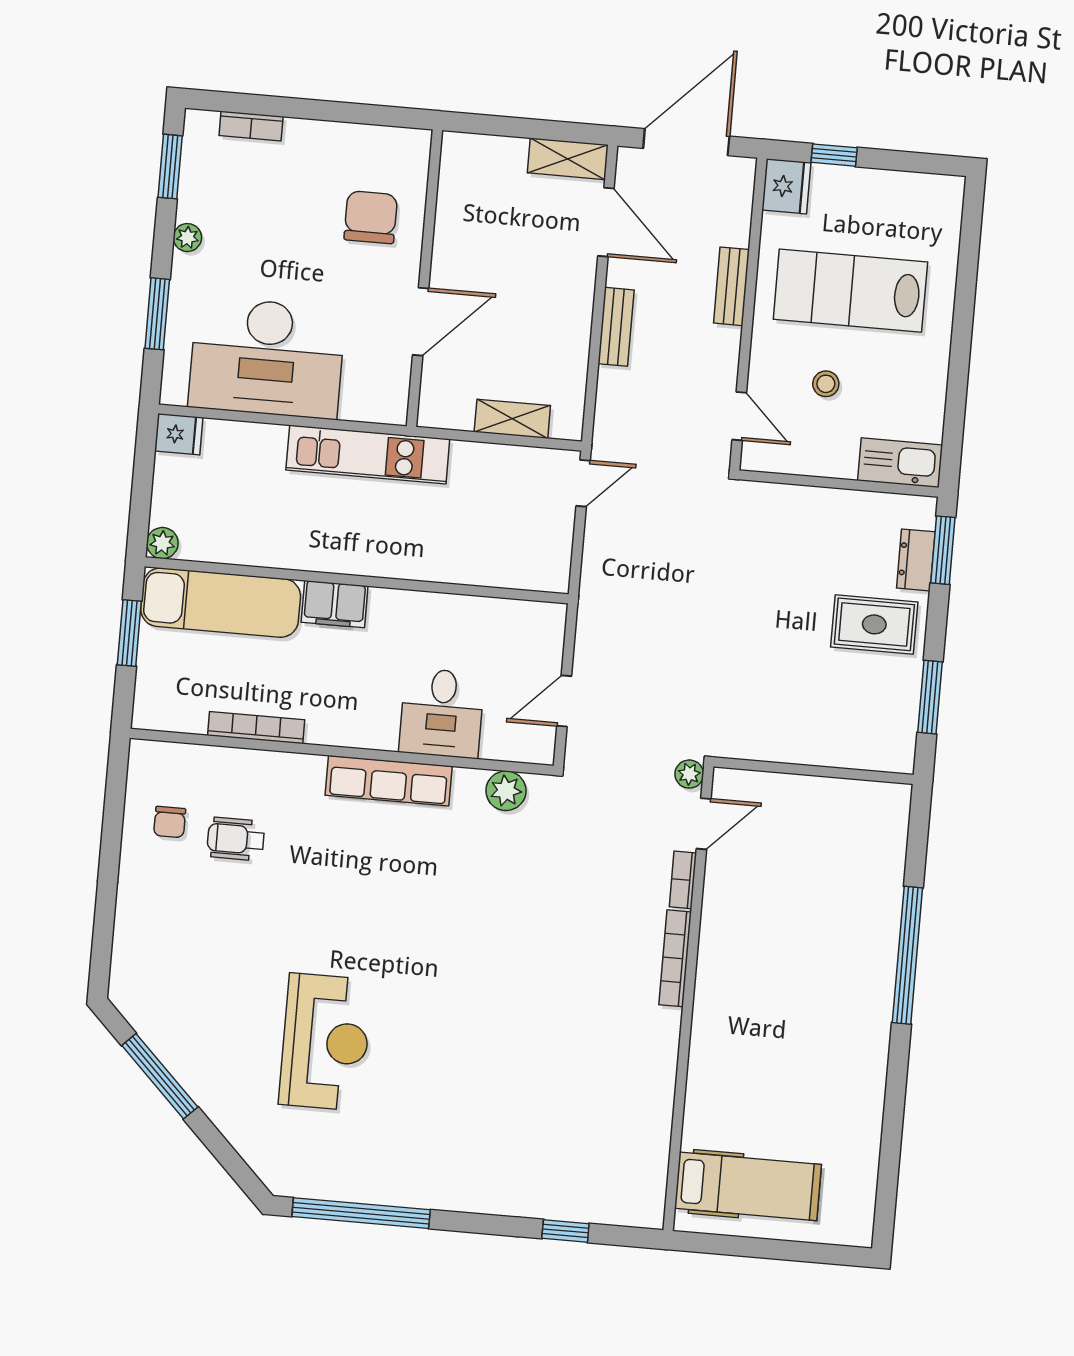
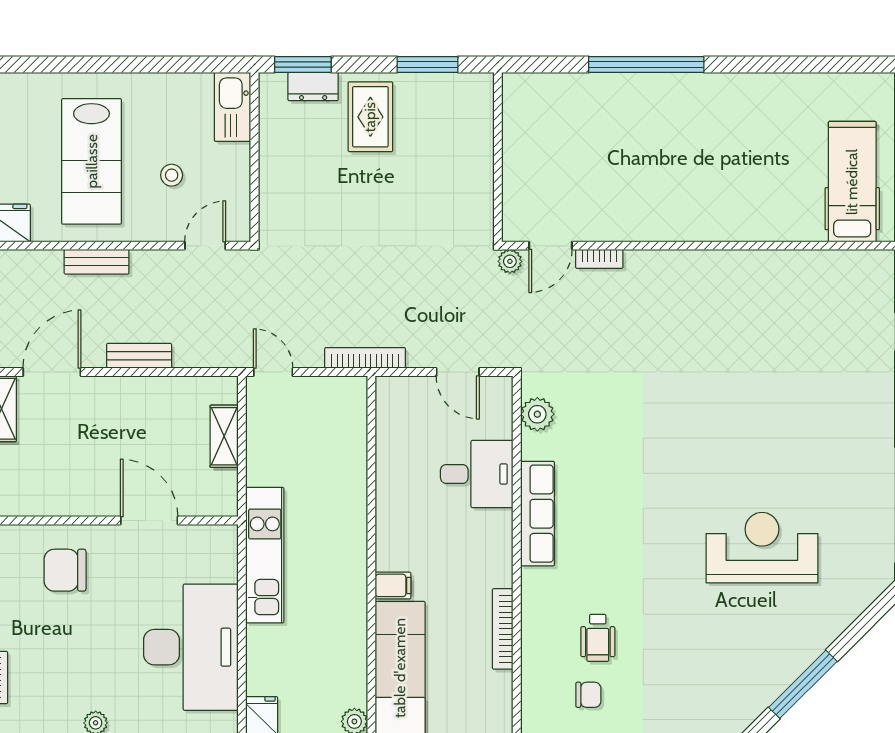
filing cabinet: (335, 604) -> (393, 585), width x0.50
door: (704, 824) -> (551, 246), swing flipped
bookcase: (675, 958) -> (365, 358), moved, turned 180

